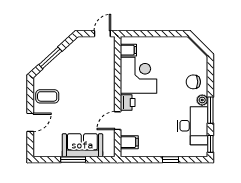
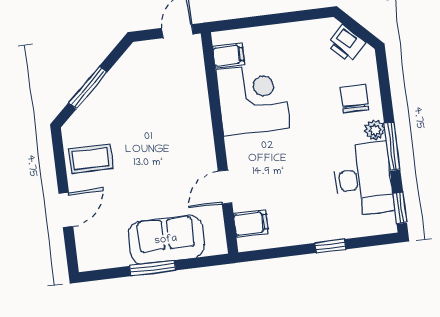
chair: (193, 82) -> (354, 99), turned 90
printer: (128, 103) -> (346, 43), moved, turned 135

